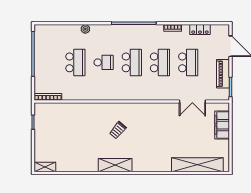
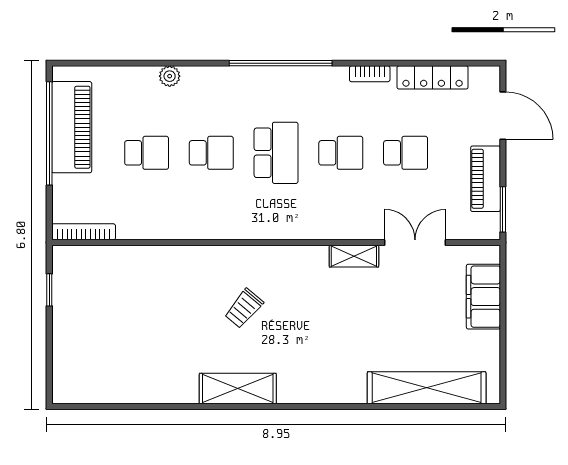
locker: (200, 30) -> (433, 77), width x1.53
piano: (43, 51) -> (72, 127), added
school desk: (75, 62) -> (147, 153), width x0.54
school desk: (160, 62) -> (341, 153), width x0.54
school desk: (188, 62) -> (406, 153), width x0.54
double door: (192, 101) -> (415, 243), swing flipped
shelving: (45, 167) -> (354, 256), moved

